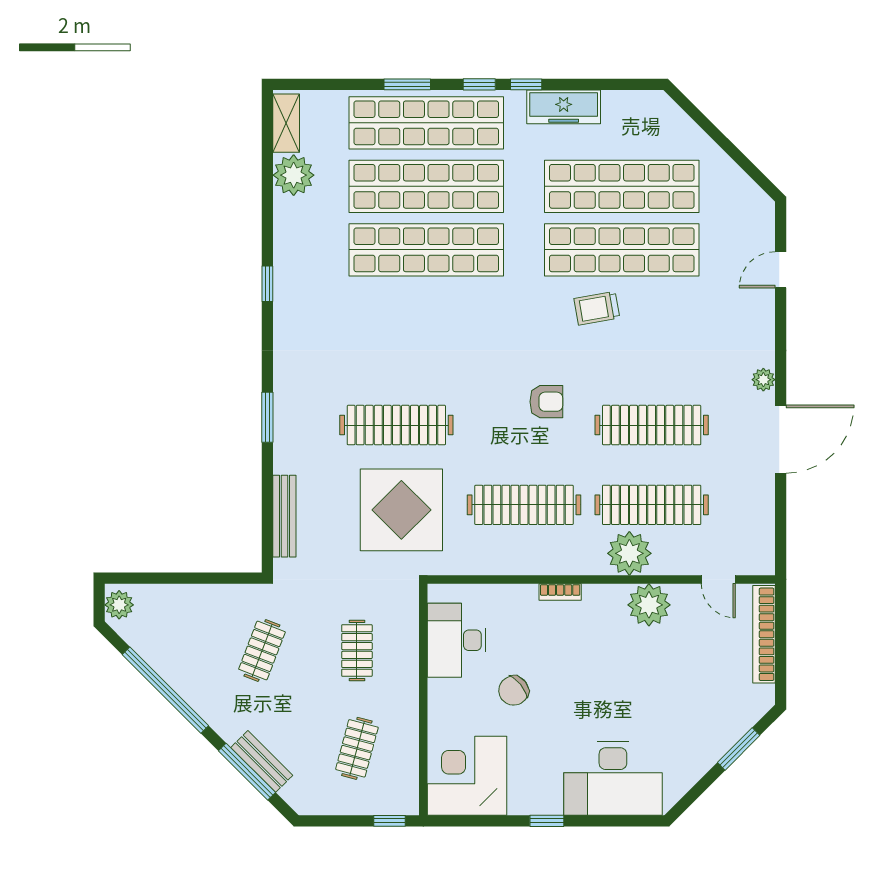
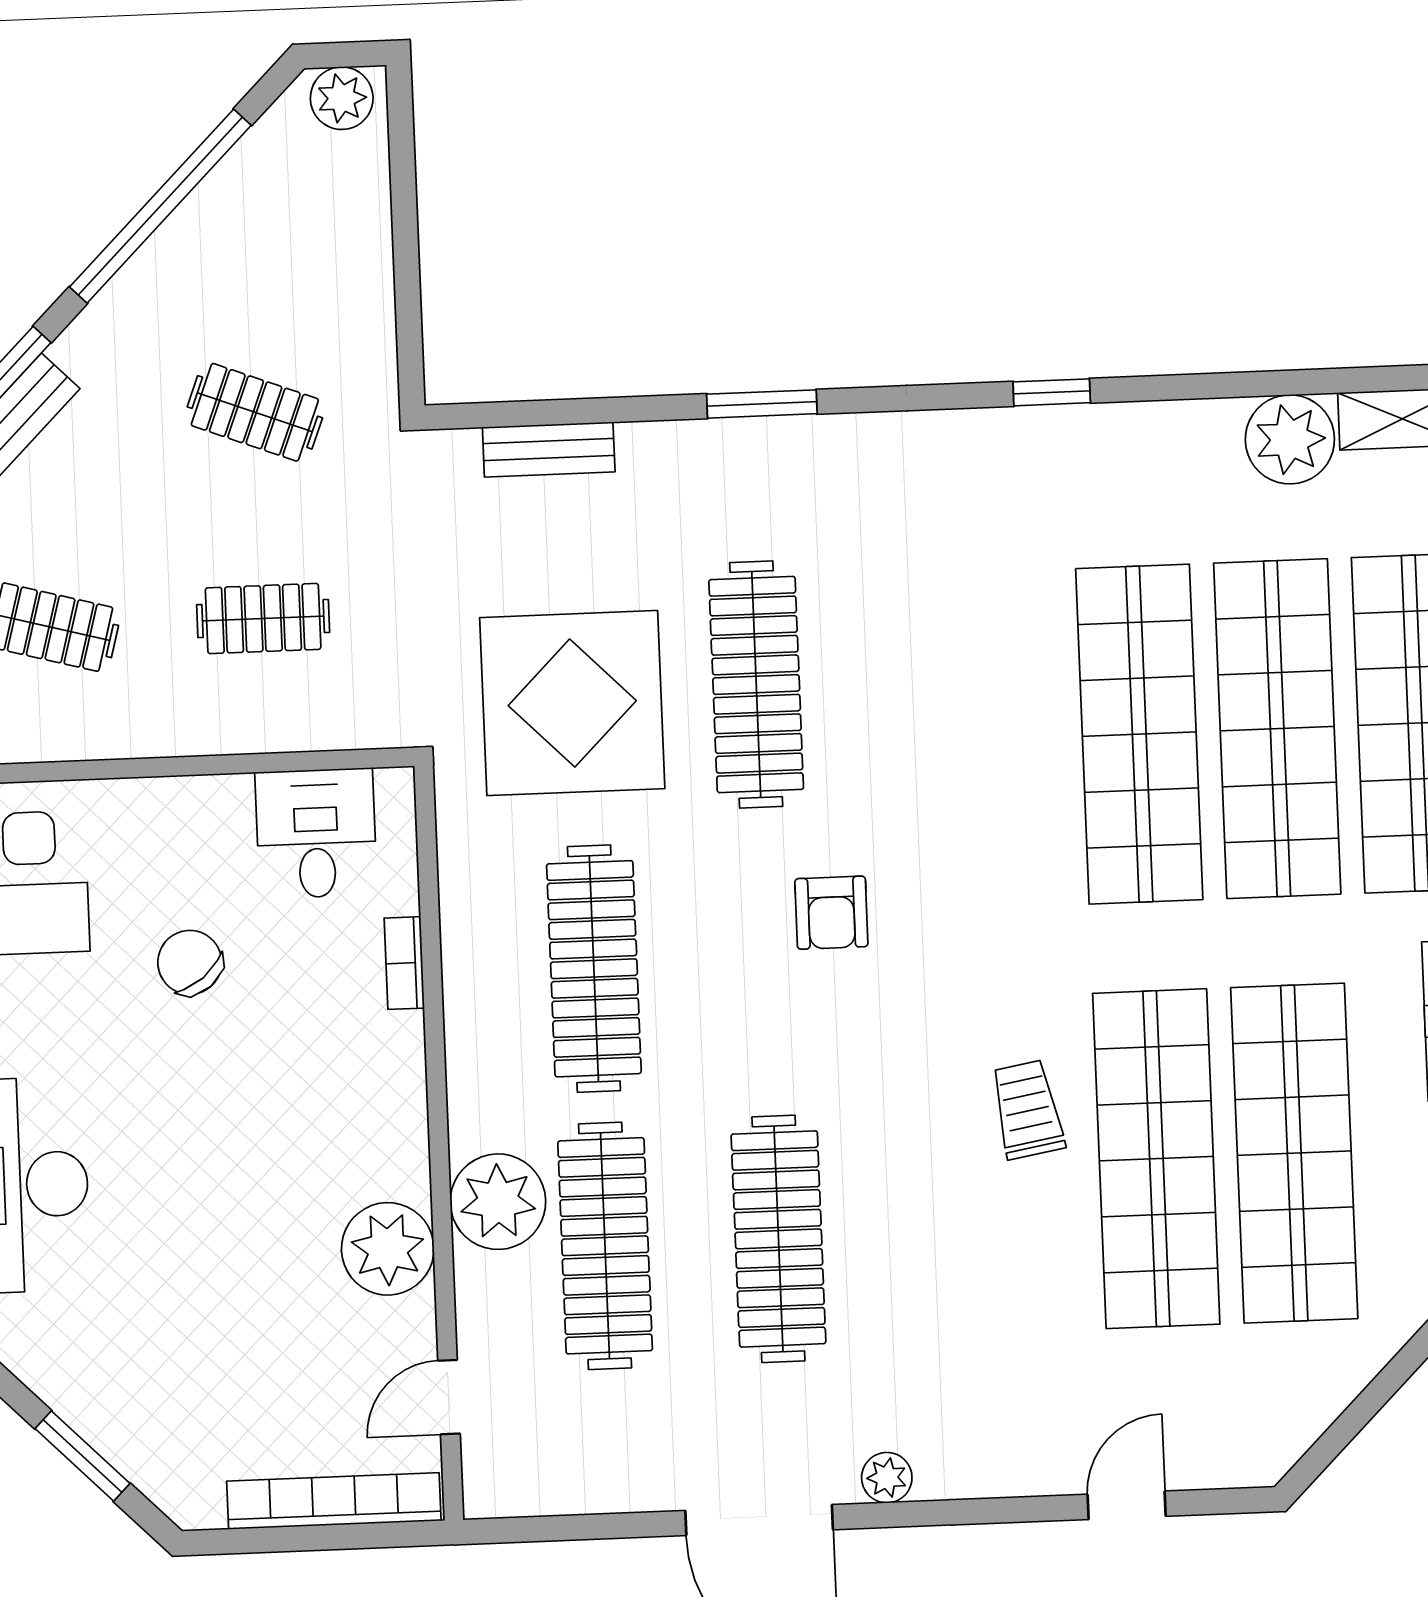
door: (781, 270) -> (1127, 1505), hinge flipped
armchair: (546, 402) -> (831, 913), moved
bench: (284, 516) -> (549, 449), width x0.73
bookcase: (560, 592) -> (404, 963), moved
desk: (457, 640) -> (316, 833), width x0.73

